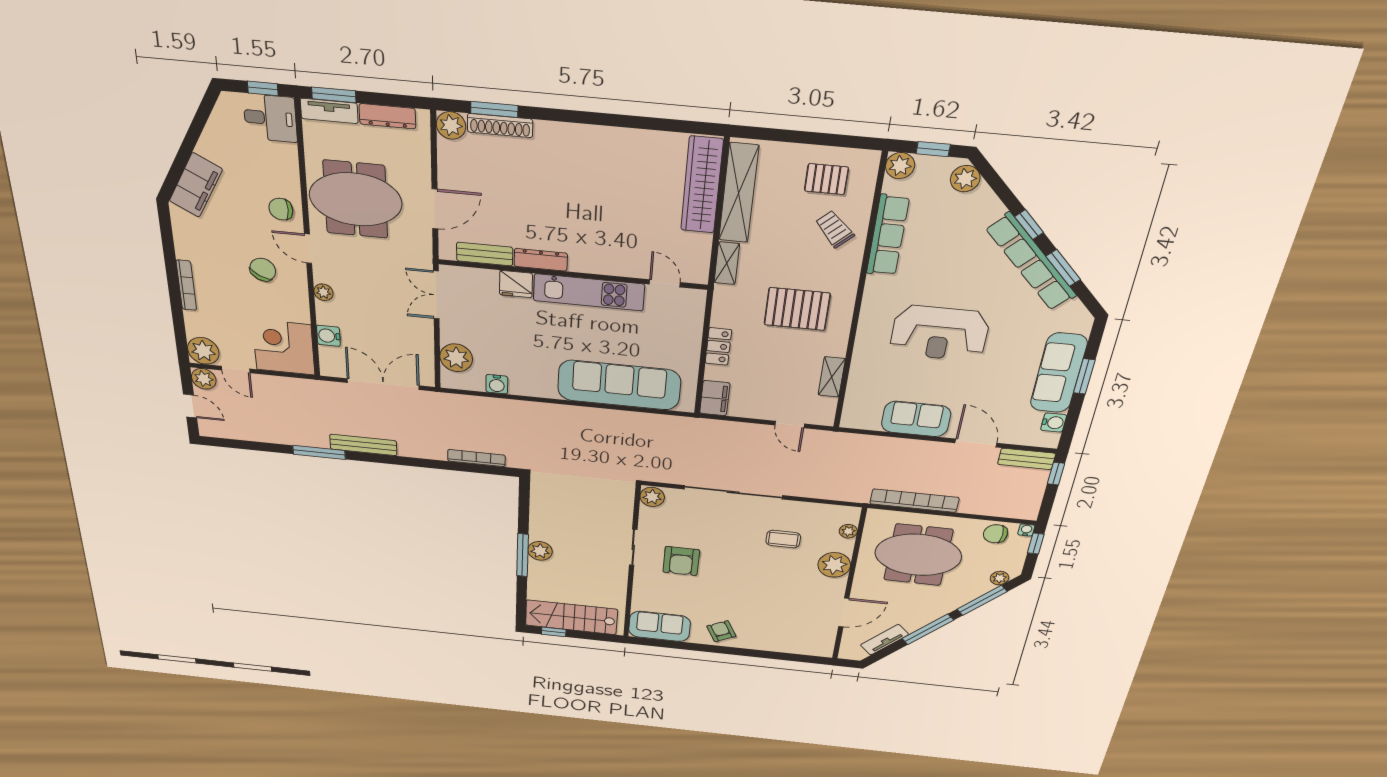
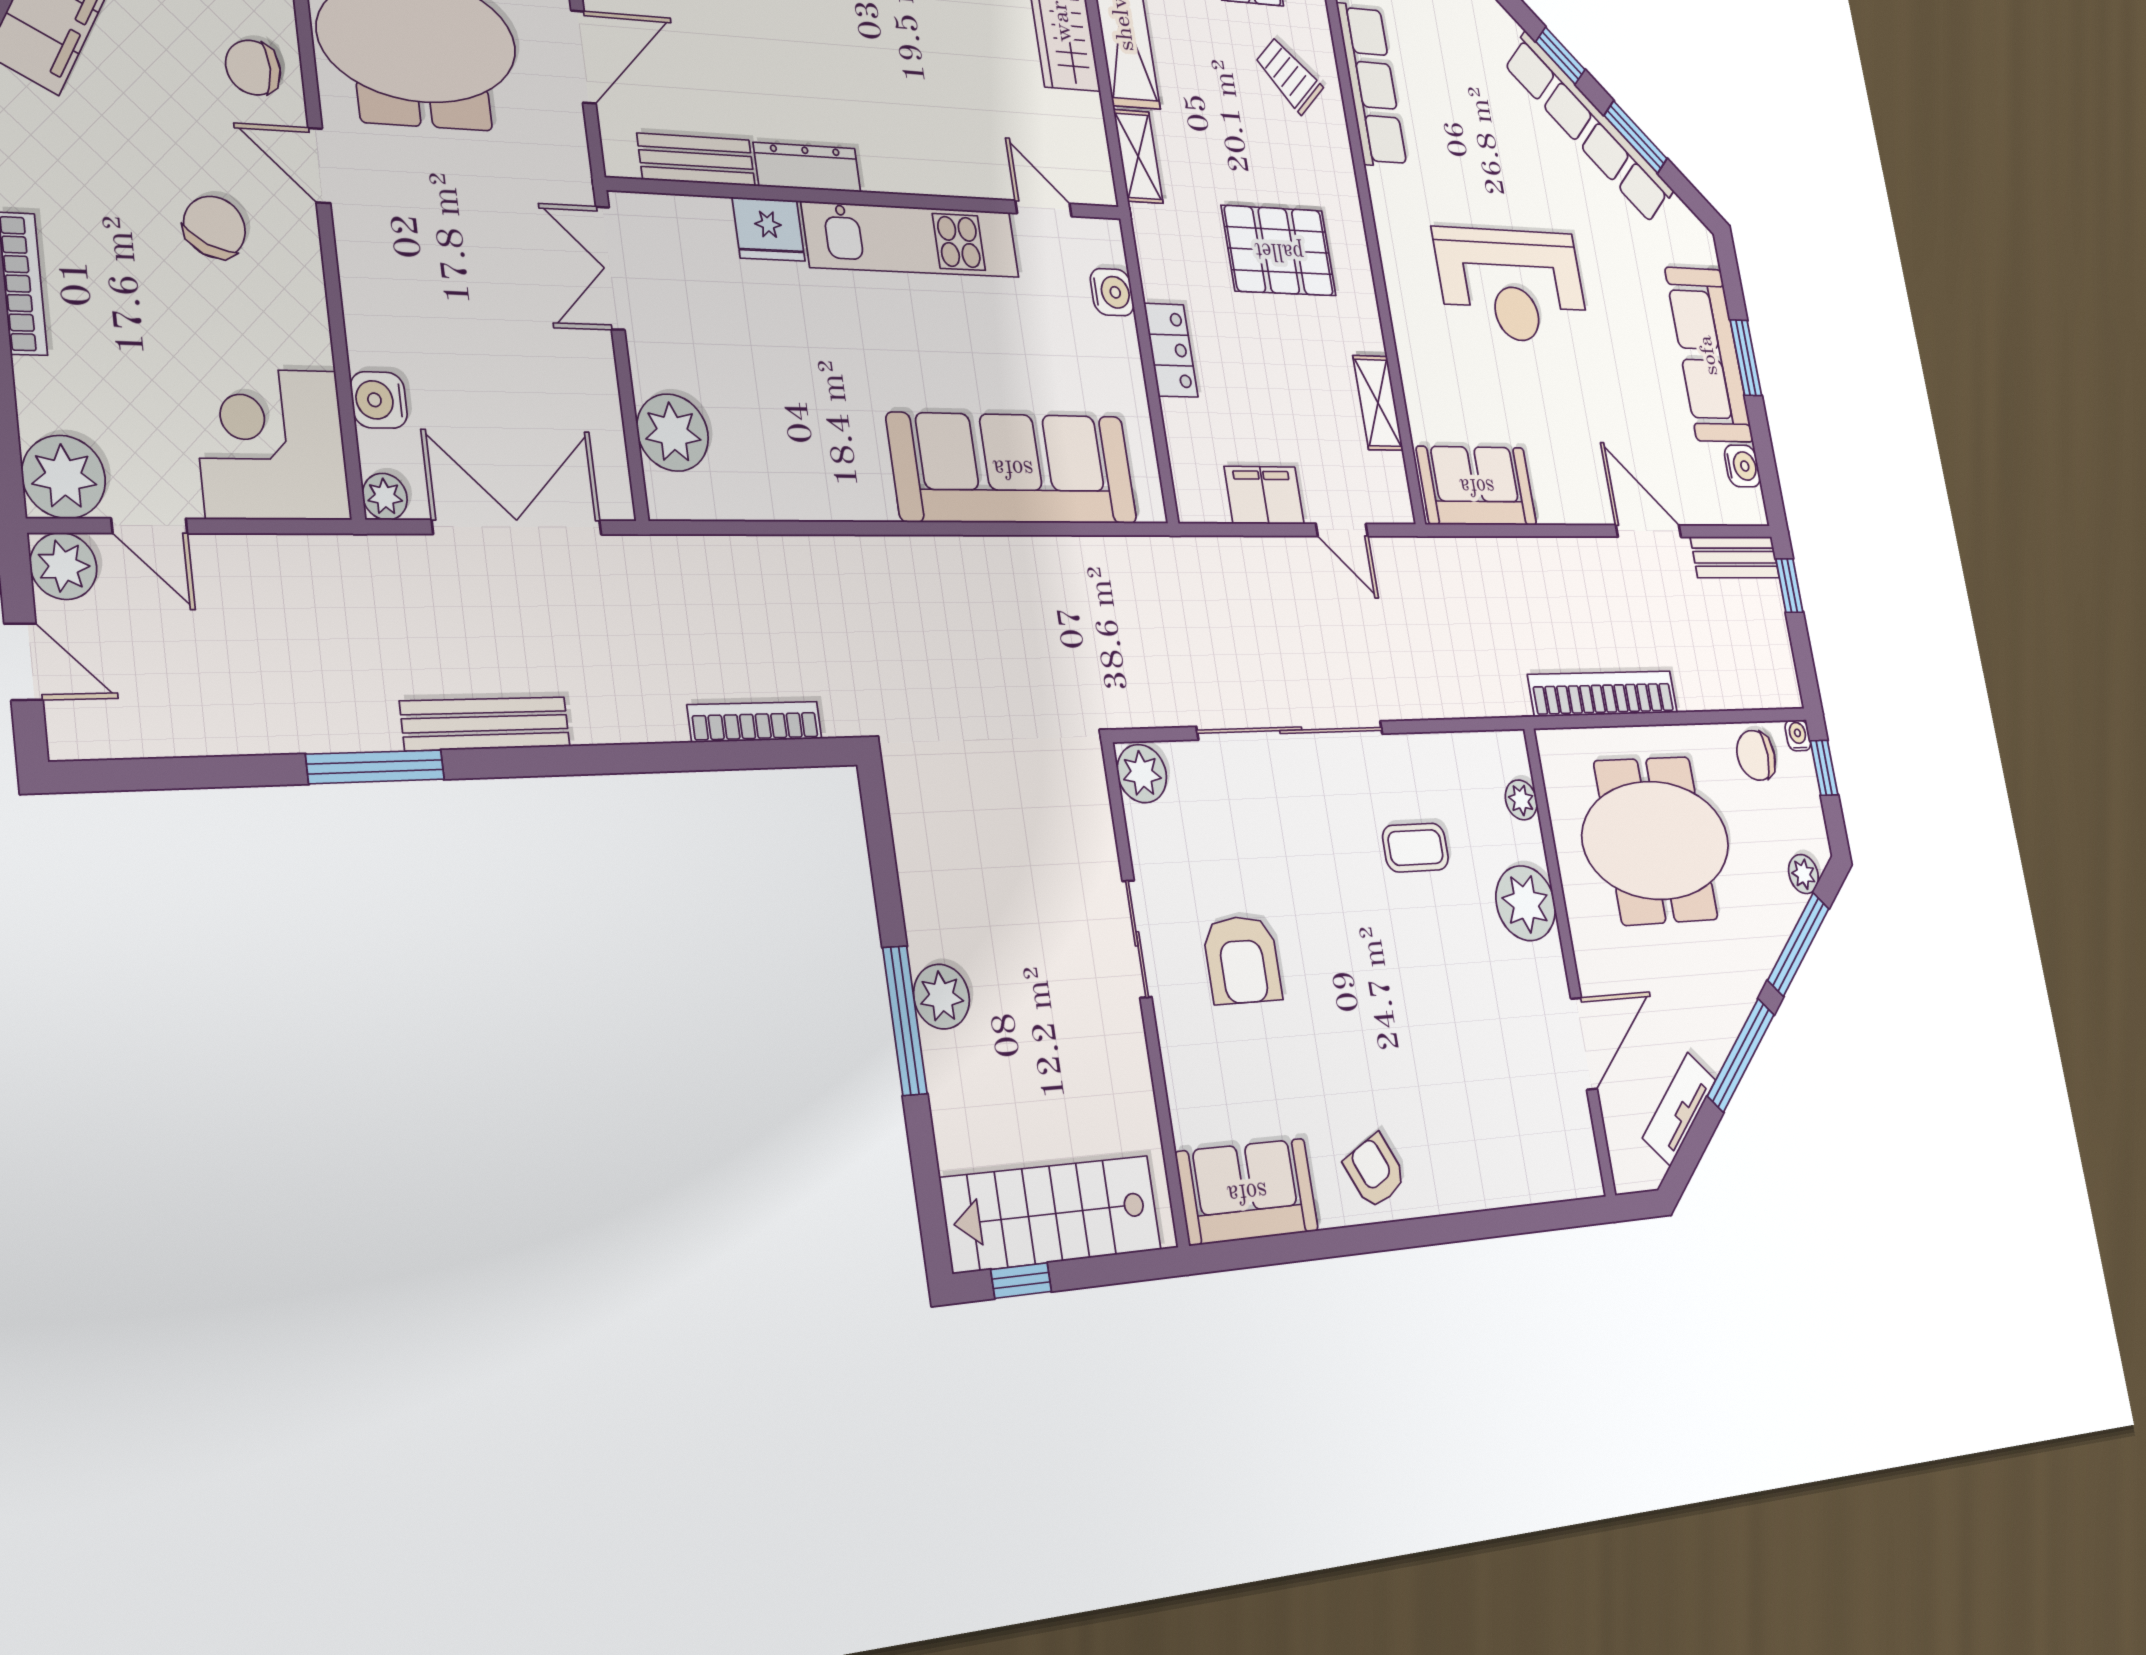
plant: (323, 292) -> (385, 497), moved
water cooler: (497, 384) -> (1112, 292), moved, turned -90
filing cabinet: (715, 398) -> (1264, 495), moved, turned -90
sofa: (916, 419) -> (1477, 486), moved

